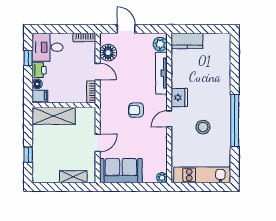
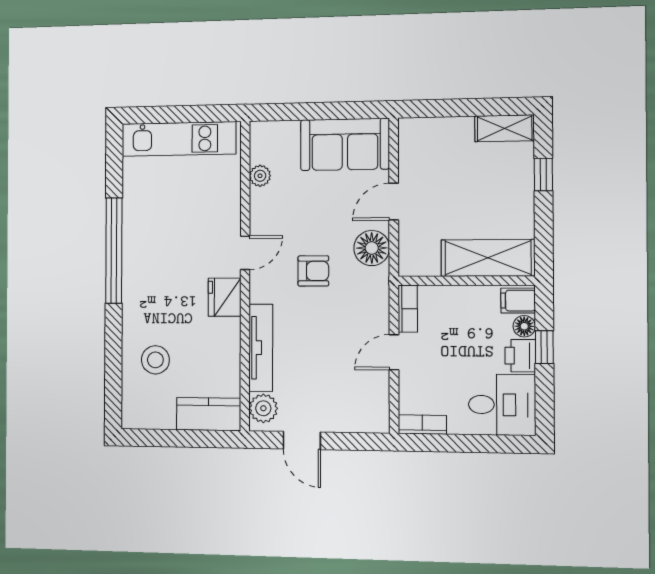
door: (126, 29) -> (302, 440), moved
floor lamp: (108, 53) -> (372, 248), moved
window: (28, 58) -> (544, 347), moved
door: (98, 71) -> (394, 352), hinge flipped
stool: (203, 127) -> (155, 360), moved
shelving: (73, 177) -> (505, 128), moved
plant: (162, 178) -> (260, 176), moved

